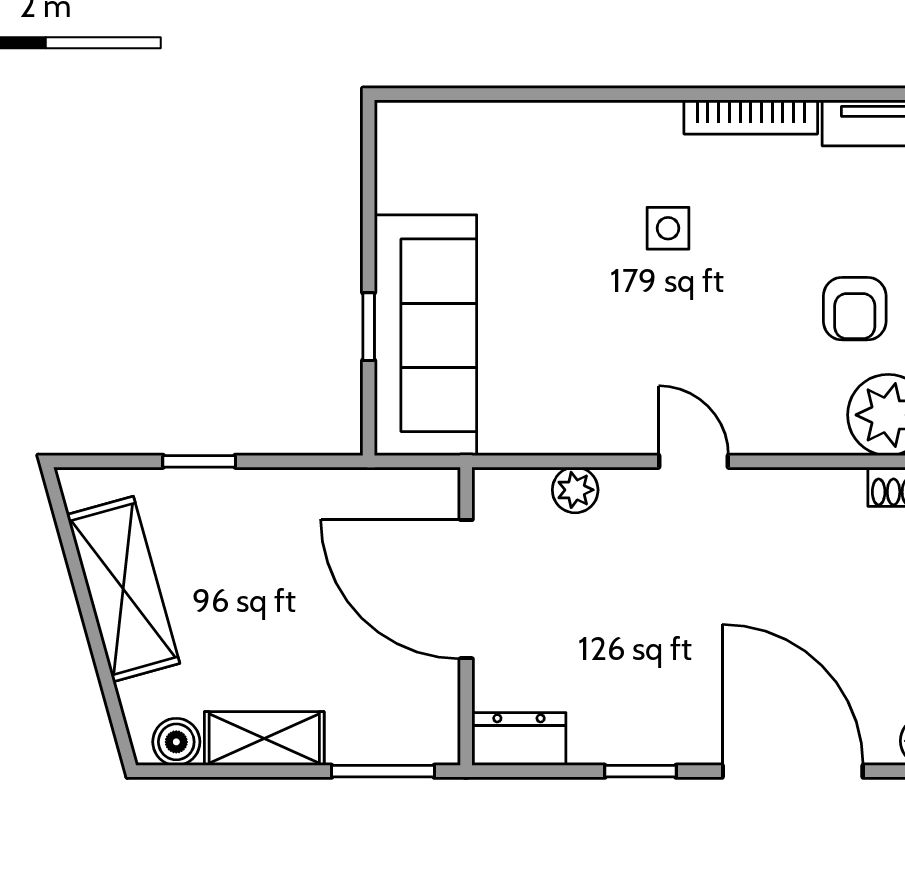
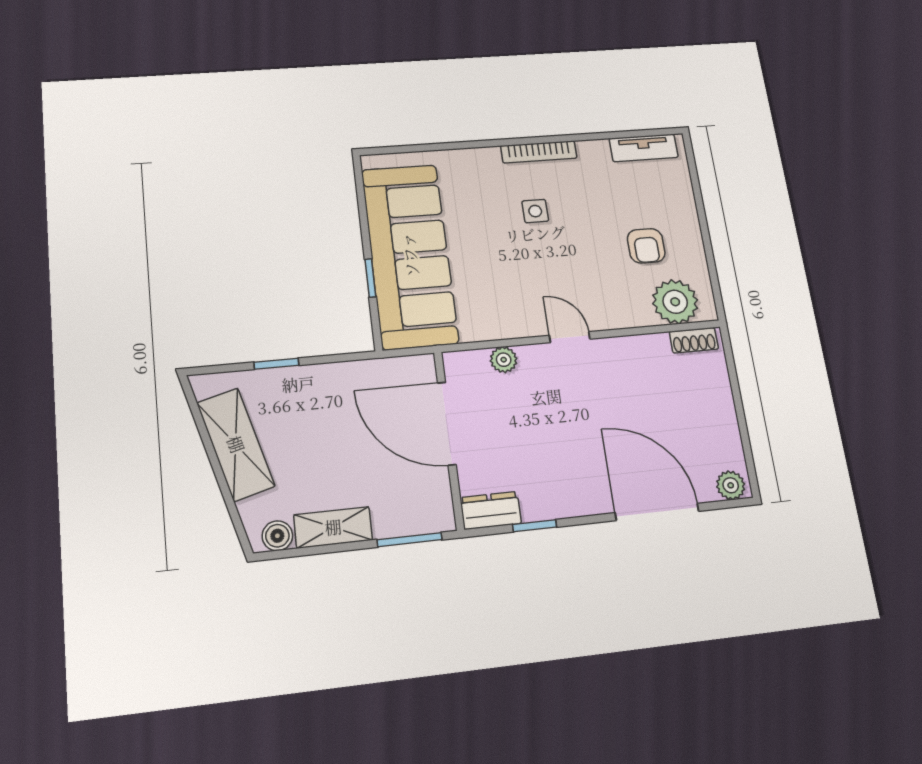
bookcase: (751, 117) -> (539, 152), moved
sofa: (426, 335) -> (410, 255), width x1.36, depth x1.27
window: (640, 771) -> (535, 526), moved

